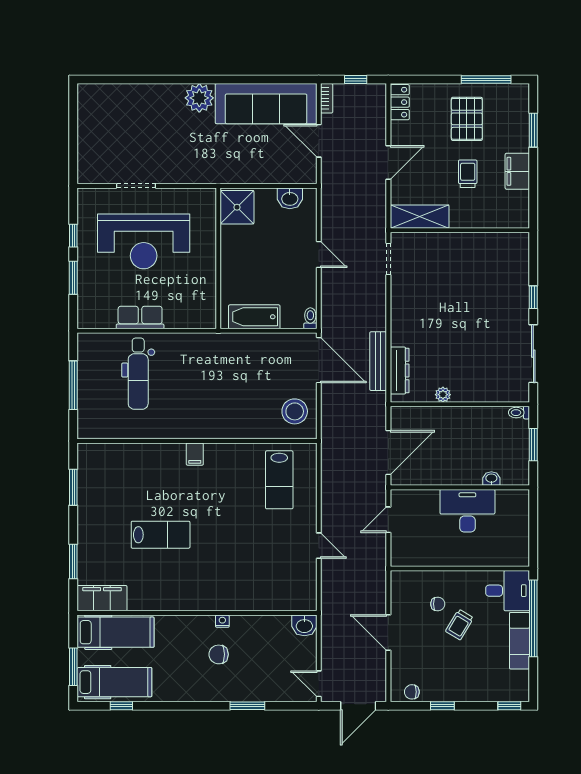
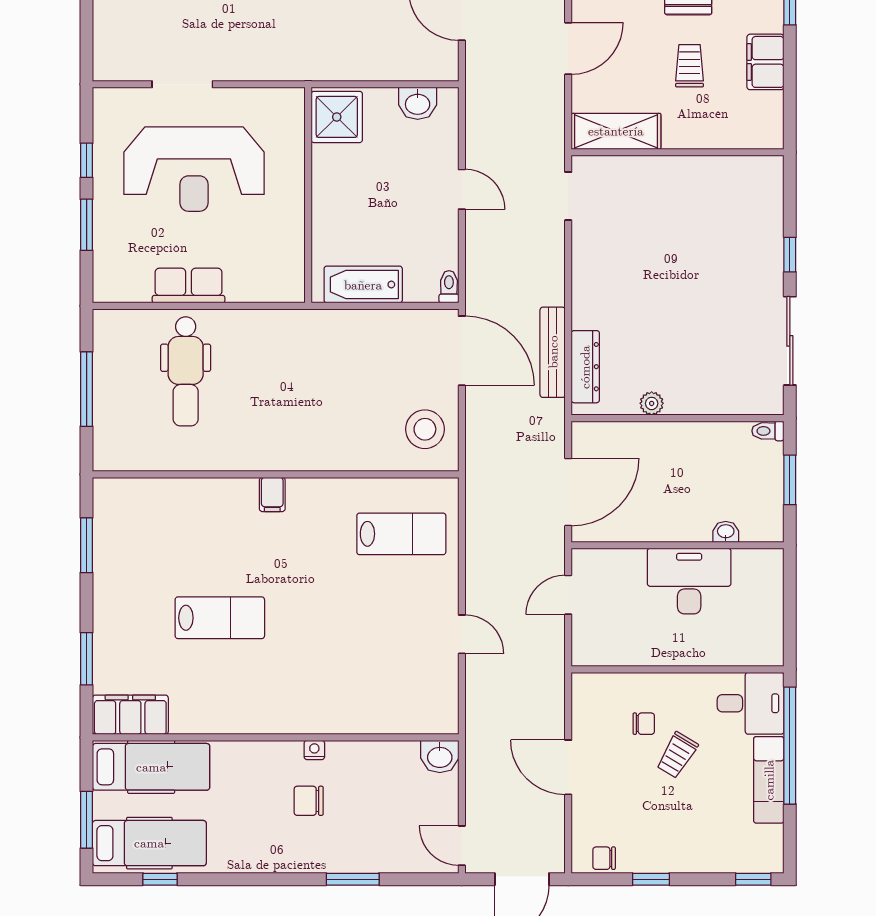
lab bench: (279, 480) -> (401, 534), turned -90

